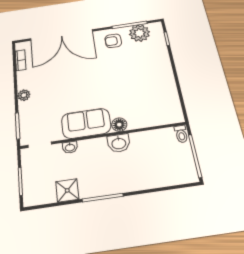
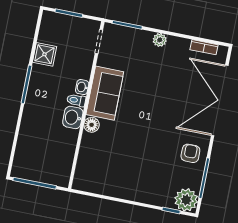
plant: (139, 33) -> (186, 200), moved
toilet: (181, 134) -> (76, 100), moved
washbasin: (70, 147) -> (82, 87), moved

